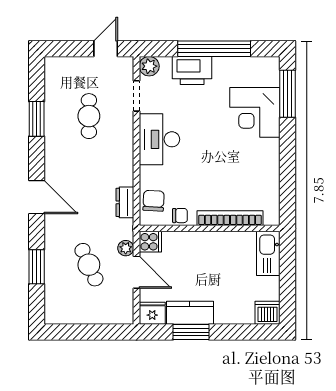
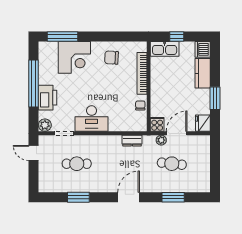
chair: (154, 201) -> (111, 58), moved
cafe table: (89, 265) -> (172, 164), turned 30
window: (288, 272) -> (177, 37), added
kitchen counter: (190, 313) -> (203, 73), moved

